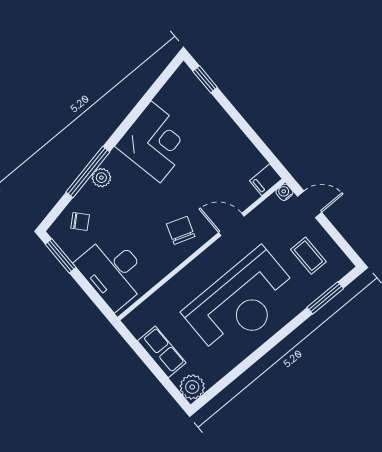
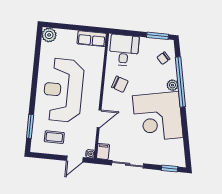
sliding door: (251, 134) -> (128, 164), added
corner desk: (156, 142) -> (158, 117), width x1.36, depth x1.36
window: (88, 172) -> (180, 82), width x1.46
chair: (181, 230) -> (120, 84), moved
desk: (113, 272) -> (124, 50), width x0.73
row of seats: (162, 352) -> (92, 39), moved

